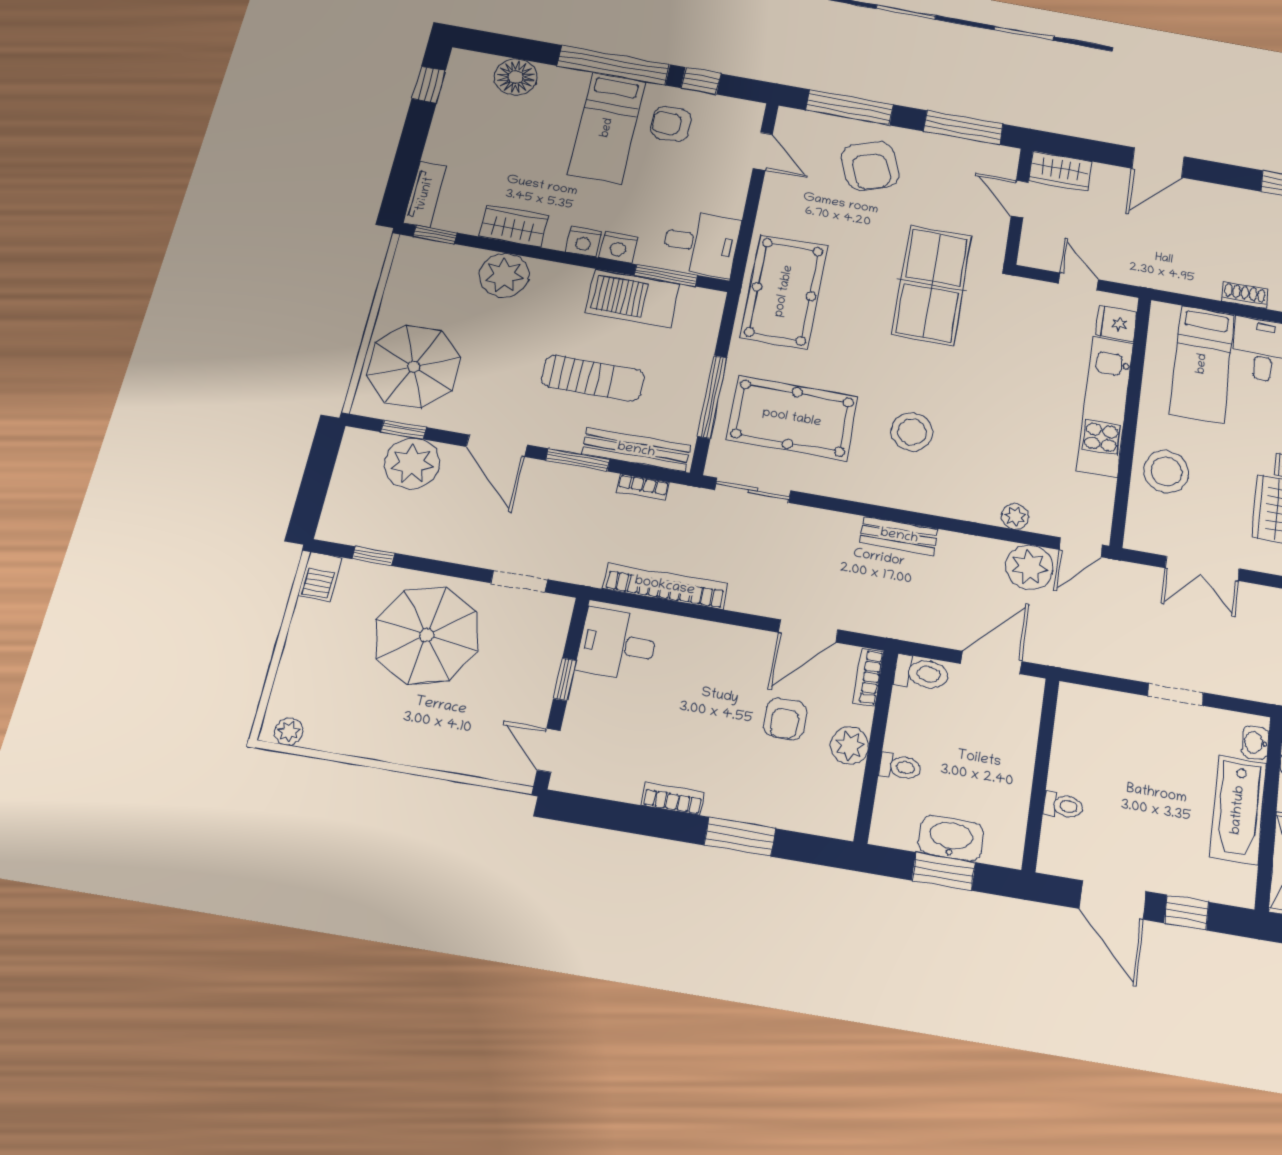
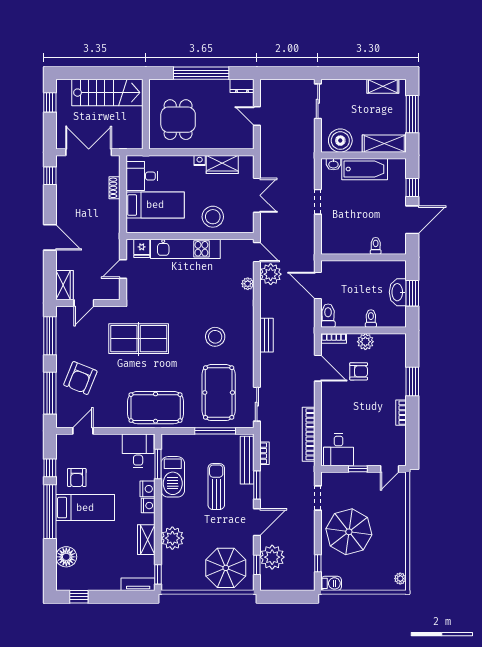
armchair: (870, 166) -> (80, 378), turned 133

